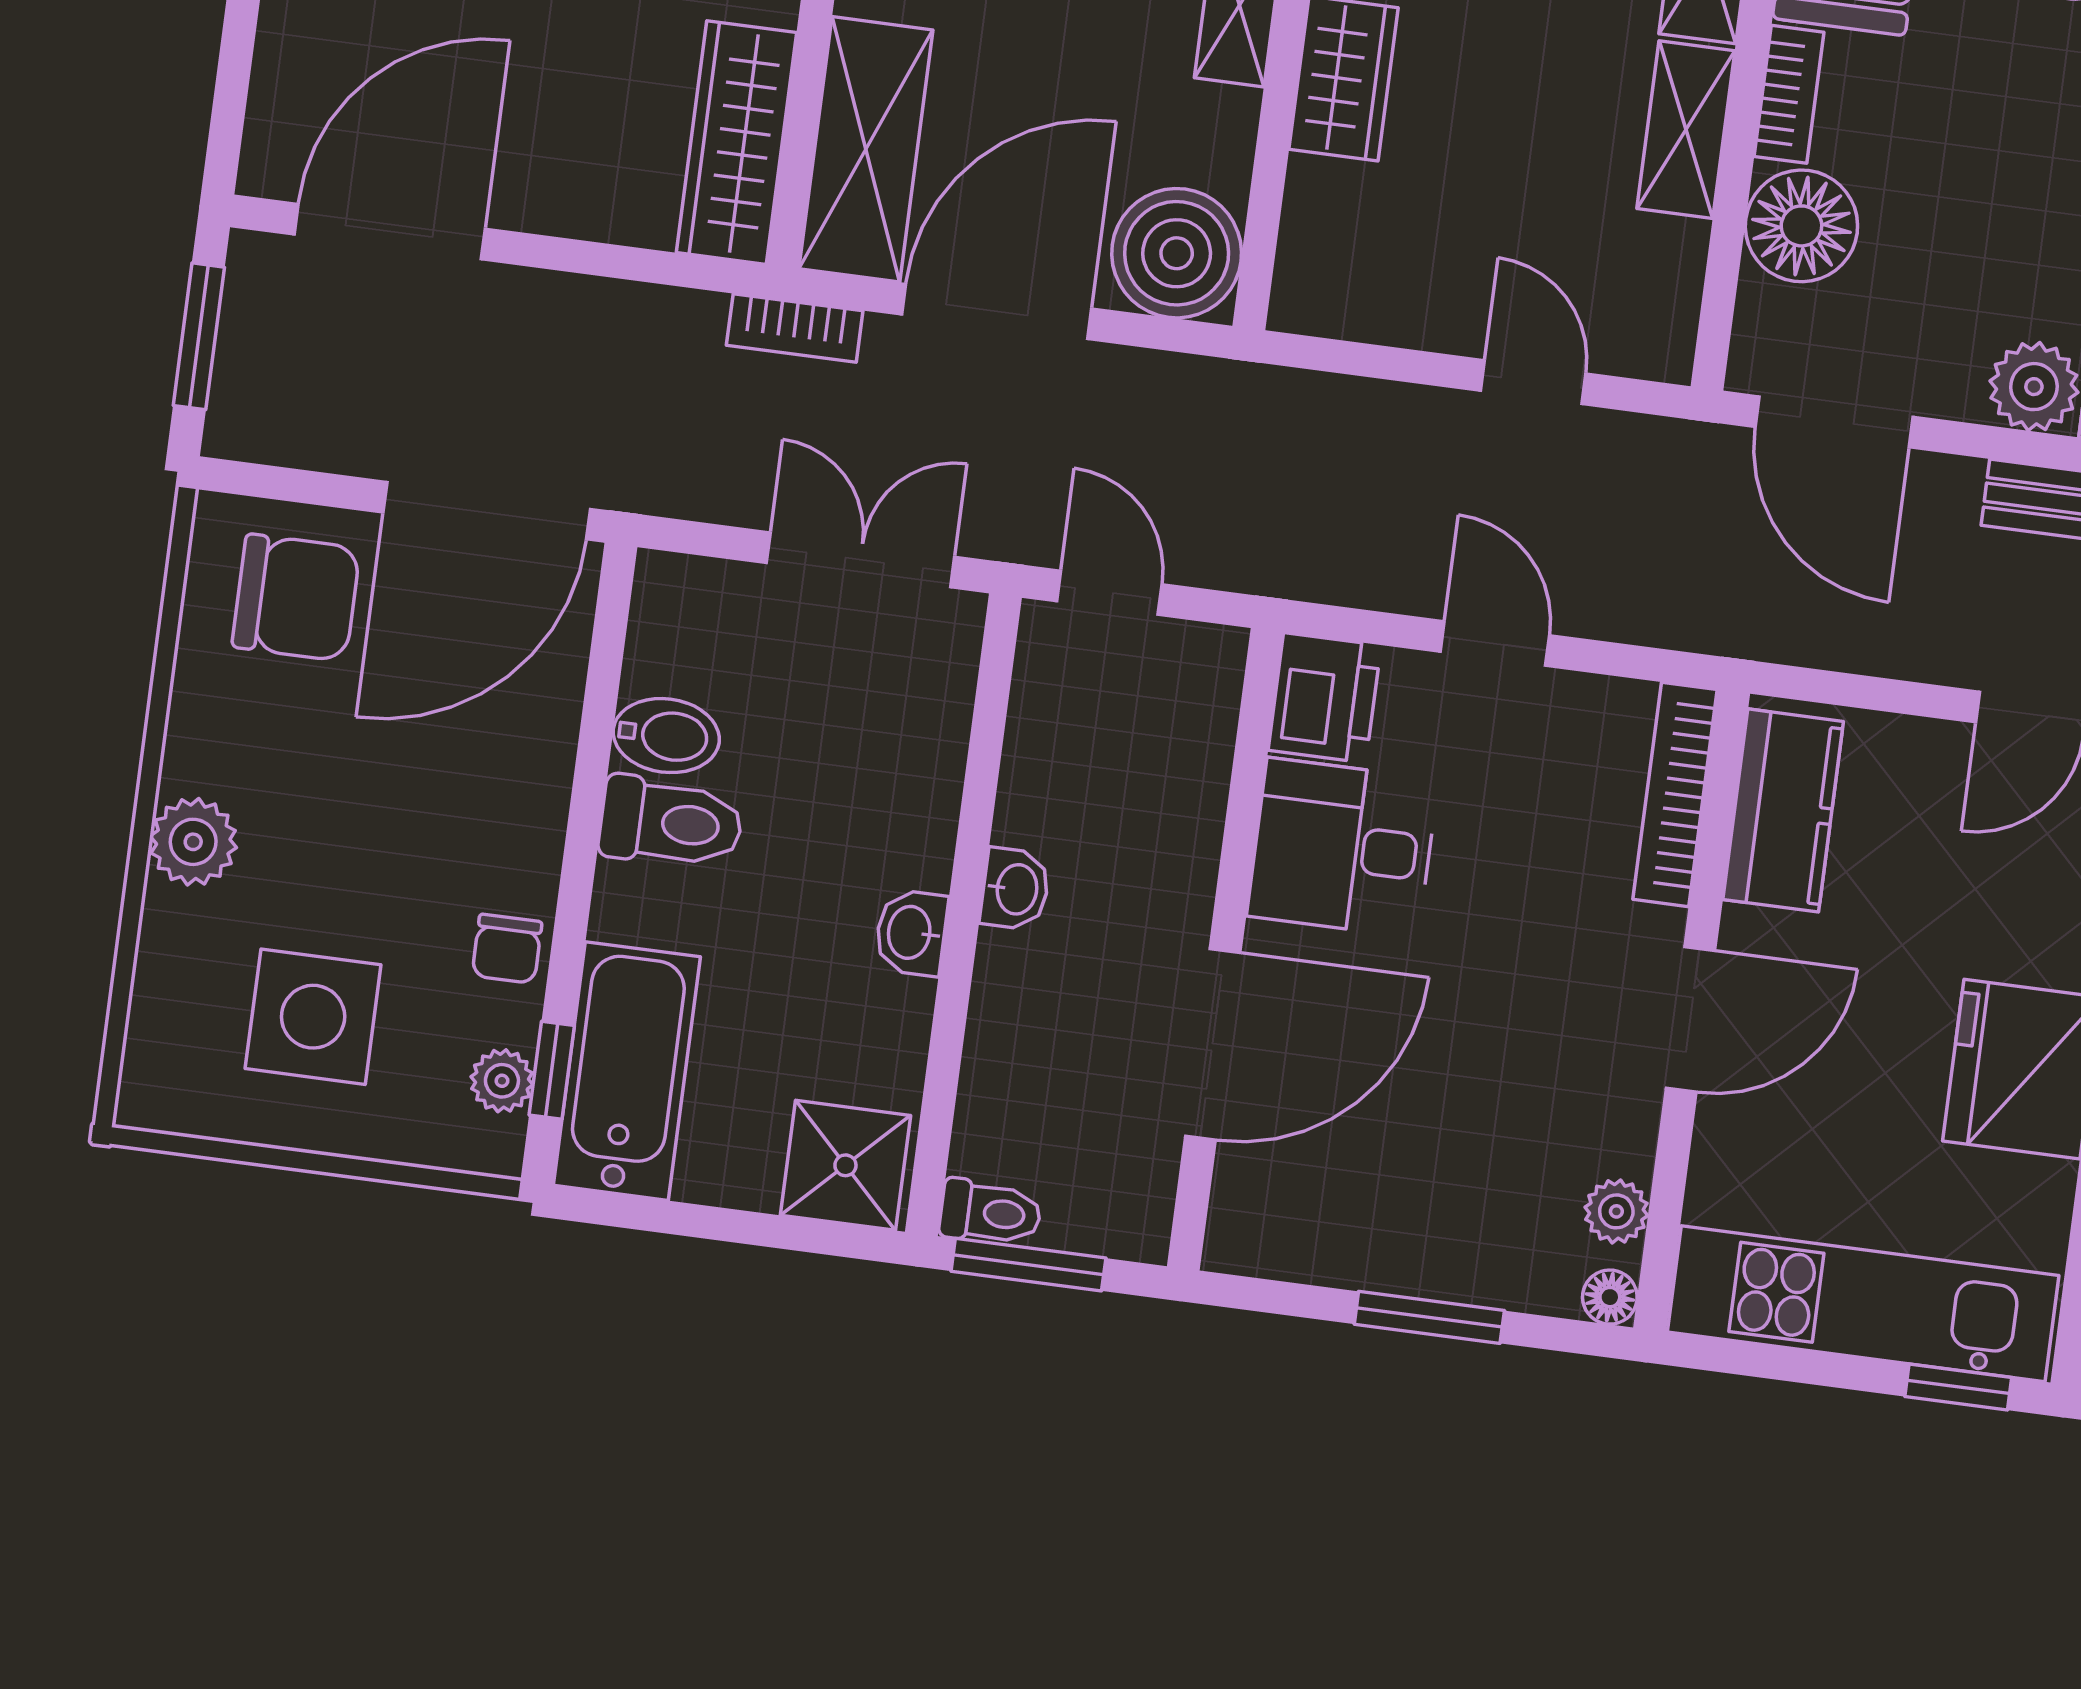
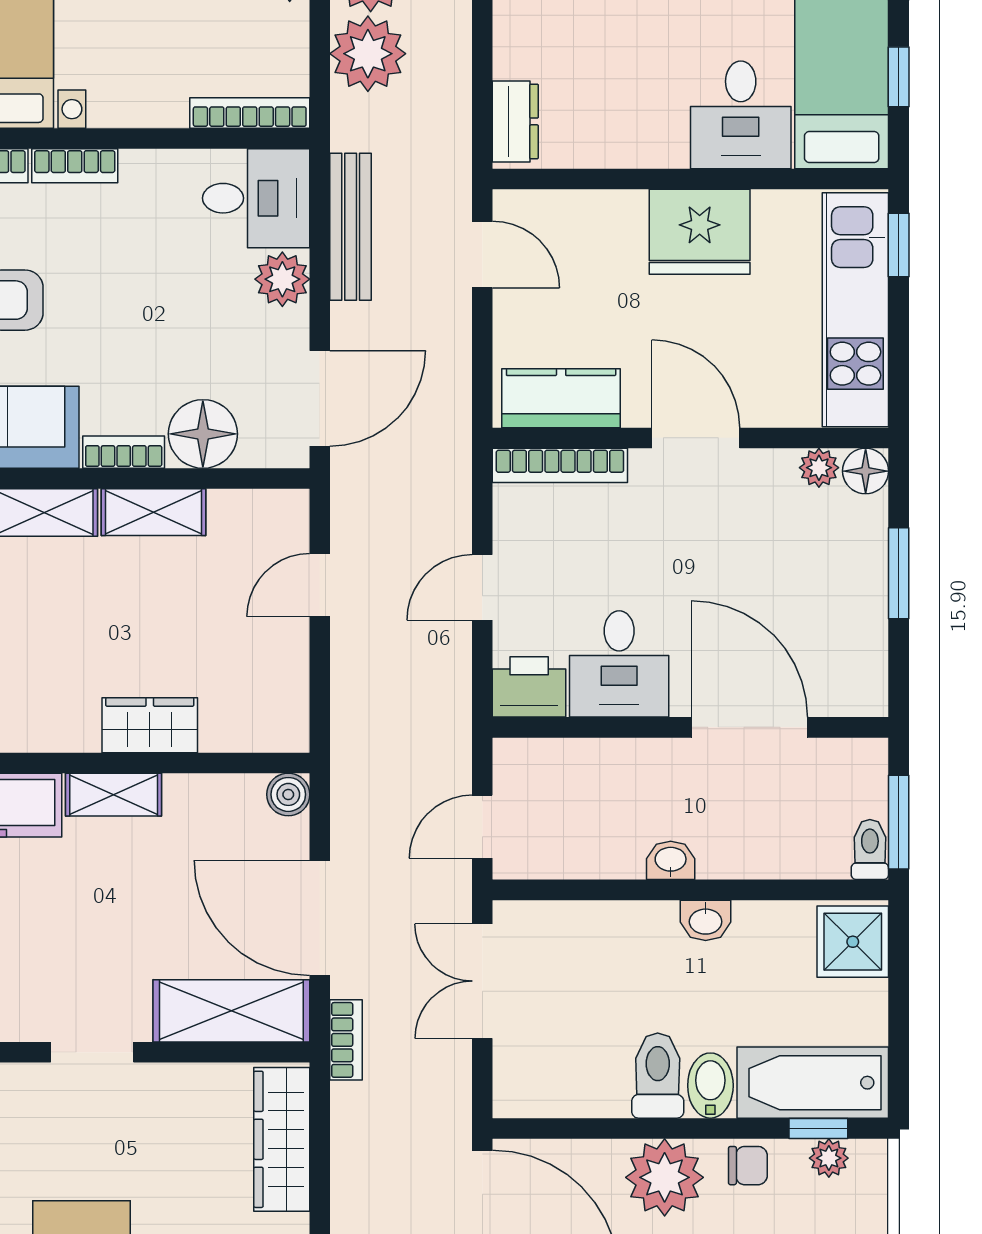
wardrobe: (736, 143) -> (282, 1139), moved, turned 90
boiler: (1177, 253) -> (288, 794), width x0.54, depth x0.54
bidet: (666, 736) -> (710, 1086), moved
plant: (506, 812) -> (665, 1177), added
floor lamp: (1610, 1297) -> (866, 471), width x1.37, depth x1.37

